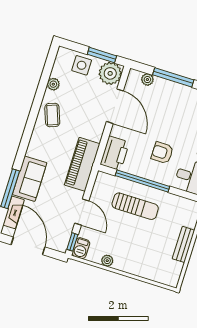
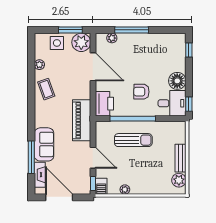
plant: (174, 269) -> (179, 180), added

